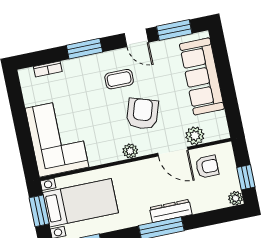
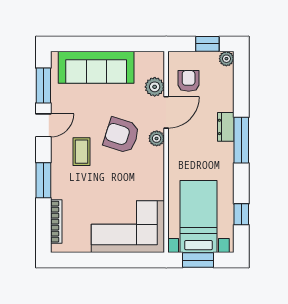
bookcase: (48, 69) -> (56, 222), width x1.56
plant: (130, 151) -> (157, 138), moved
dresser: (171, 211) -> (226, 127), width x0.70

